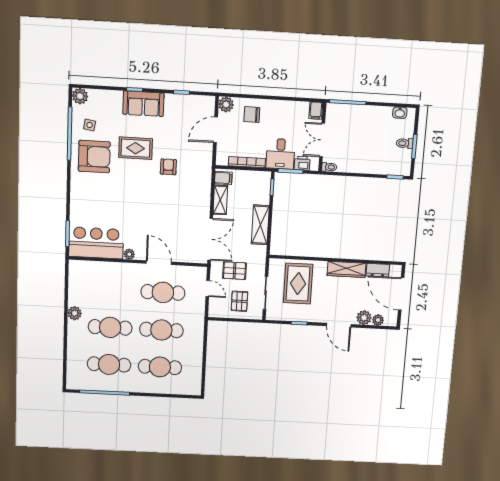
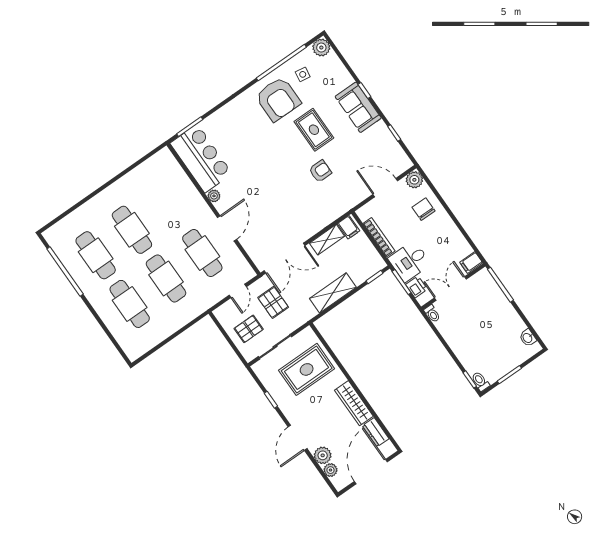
toilet: (405, 143) -> (480, 381), moved
plant: (75, 313) -> (120, 187), removed

